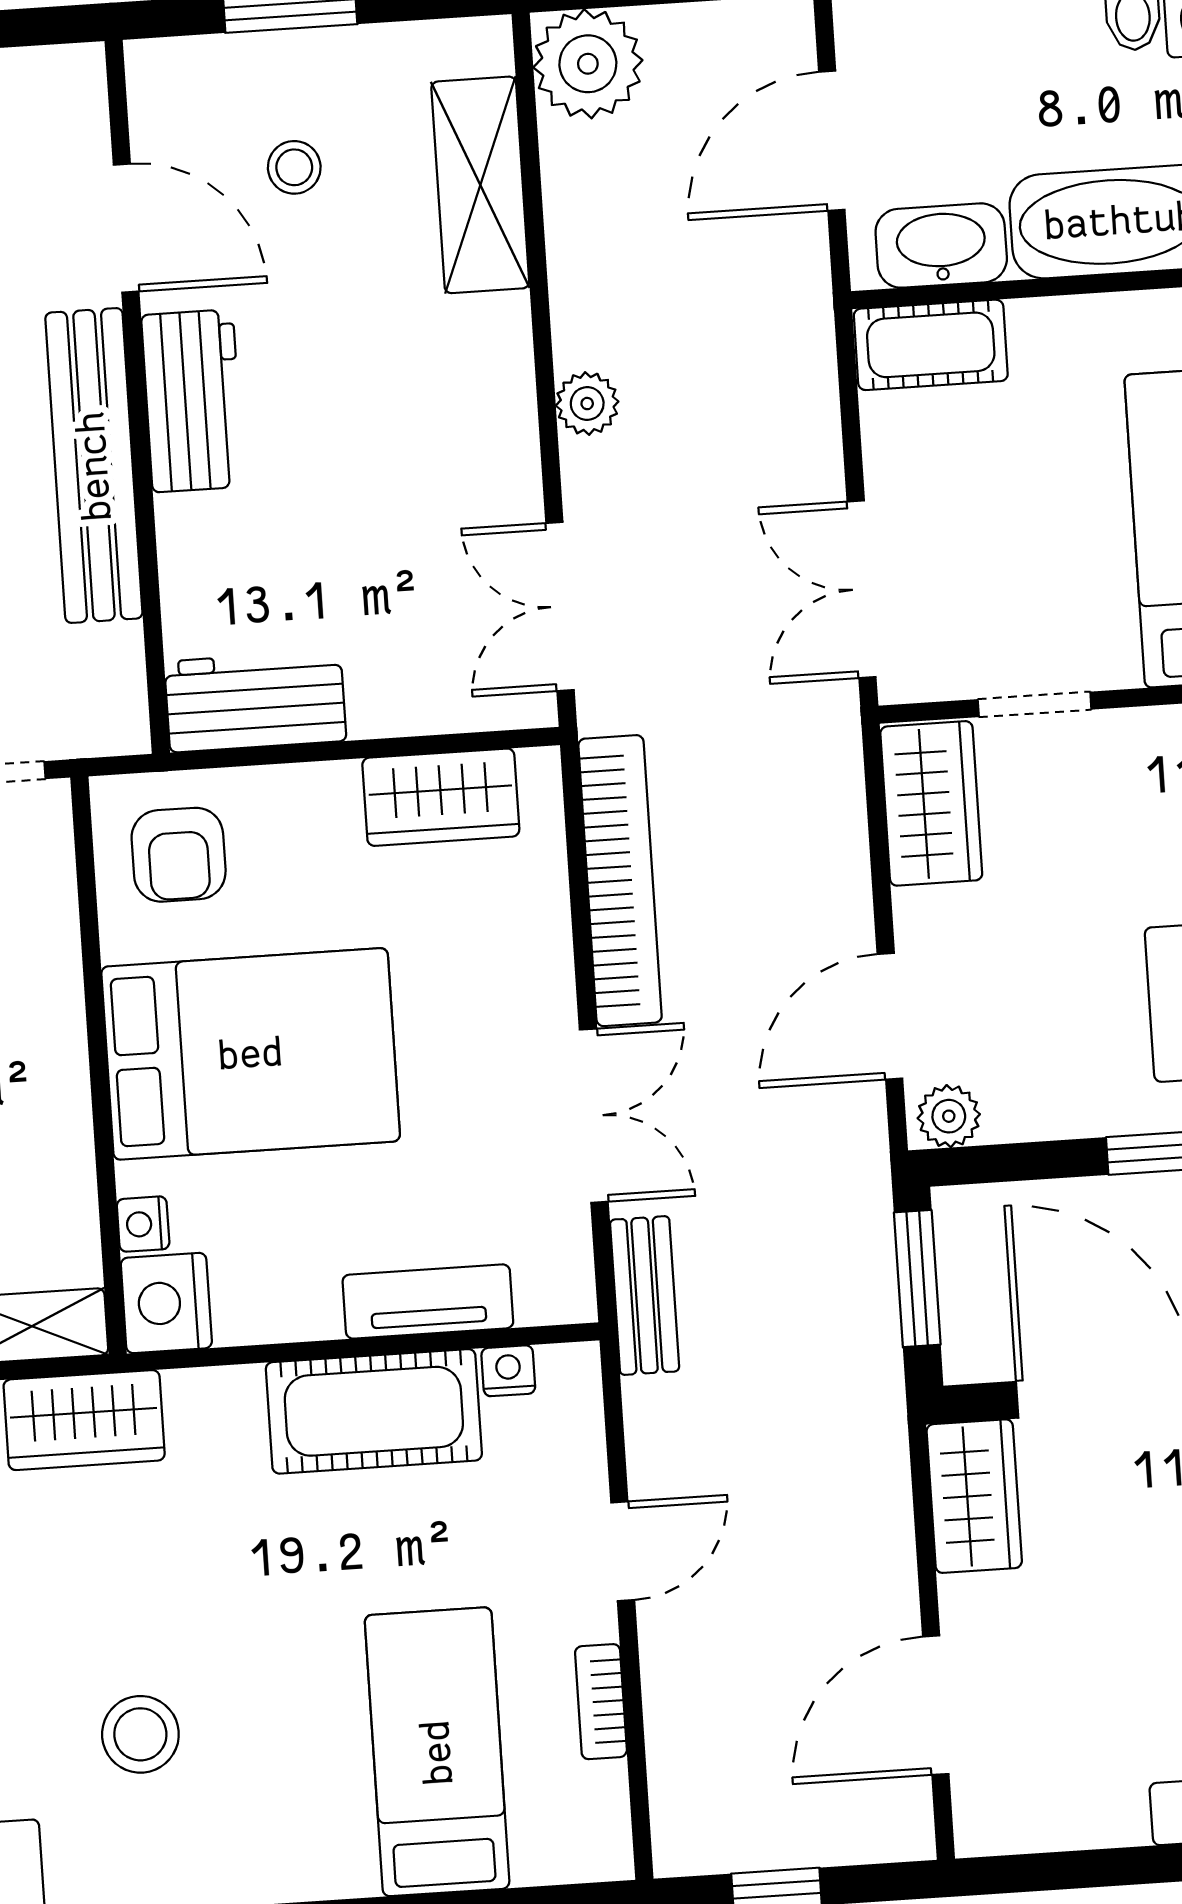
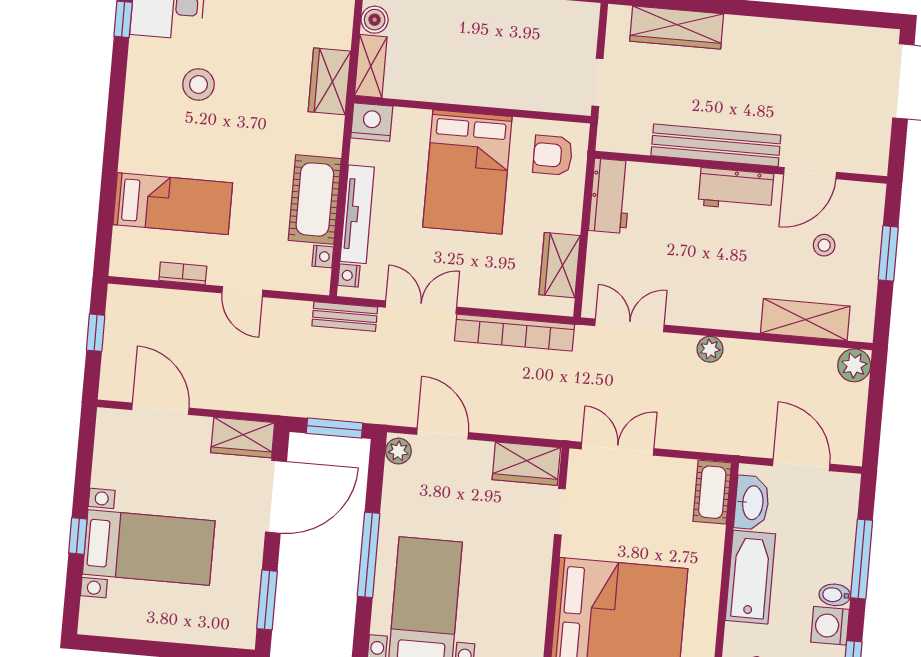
plant: (588, 64) -> (854, 365), width x0.73, depth x0.73
double door: (594, 1116) -> (421, 307), swing flipped
nightstand: (143, 1224) -> (349, 276), moved, turned -90
tv unit: (428, 1301) -> (357, 214), width x1.41

